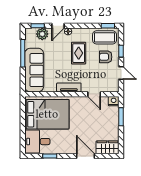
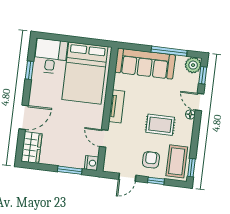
plant: (42, 34) -> (193, 65), moved
door: (94, 94) -> (104, 138), hinge flipped

